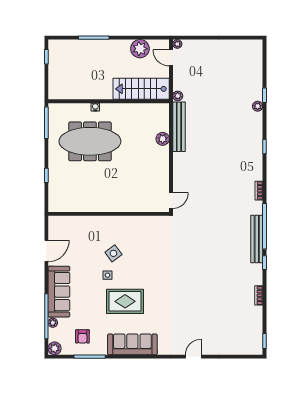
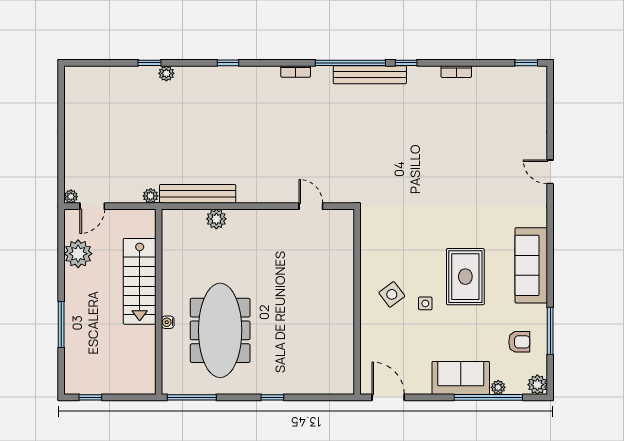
stairs: (141, 89) -> (140, 281), moved
wall: (109, 214) -> (357, 302), moved
sofa: (59, 292) -> (461, 378), width x0.73

